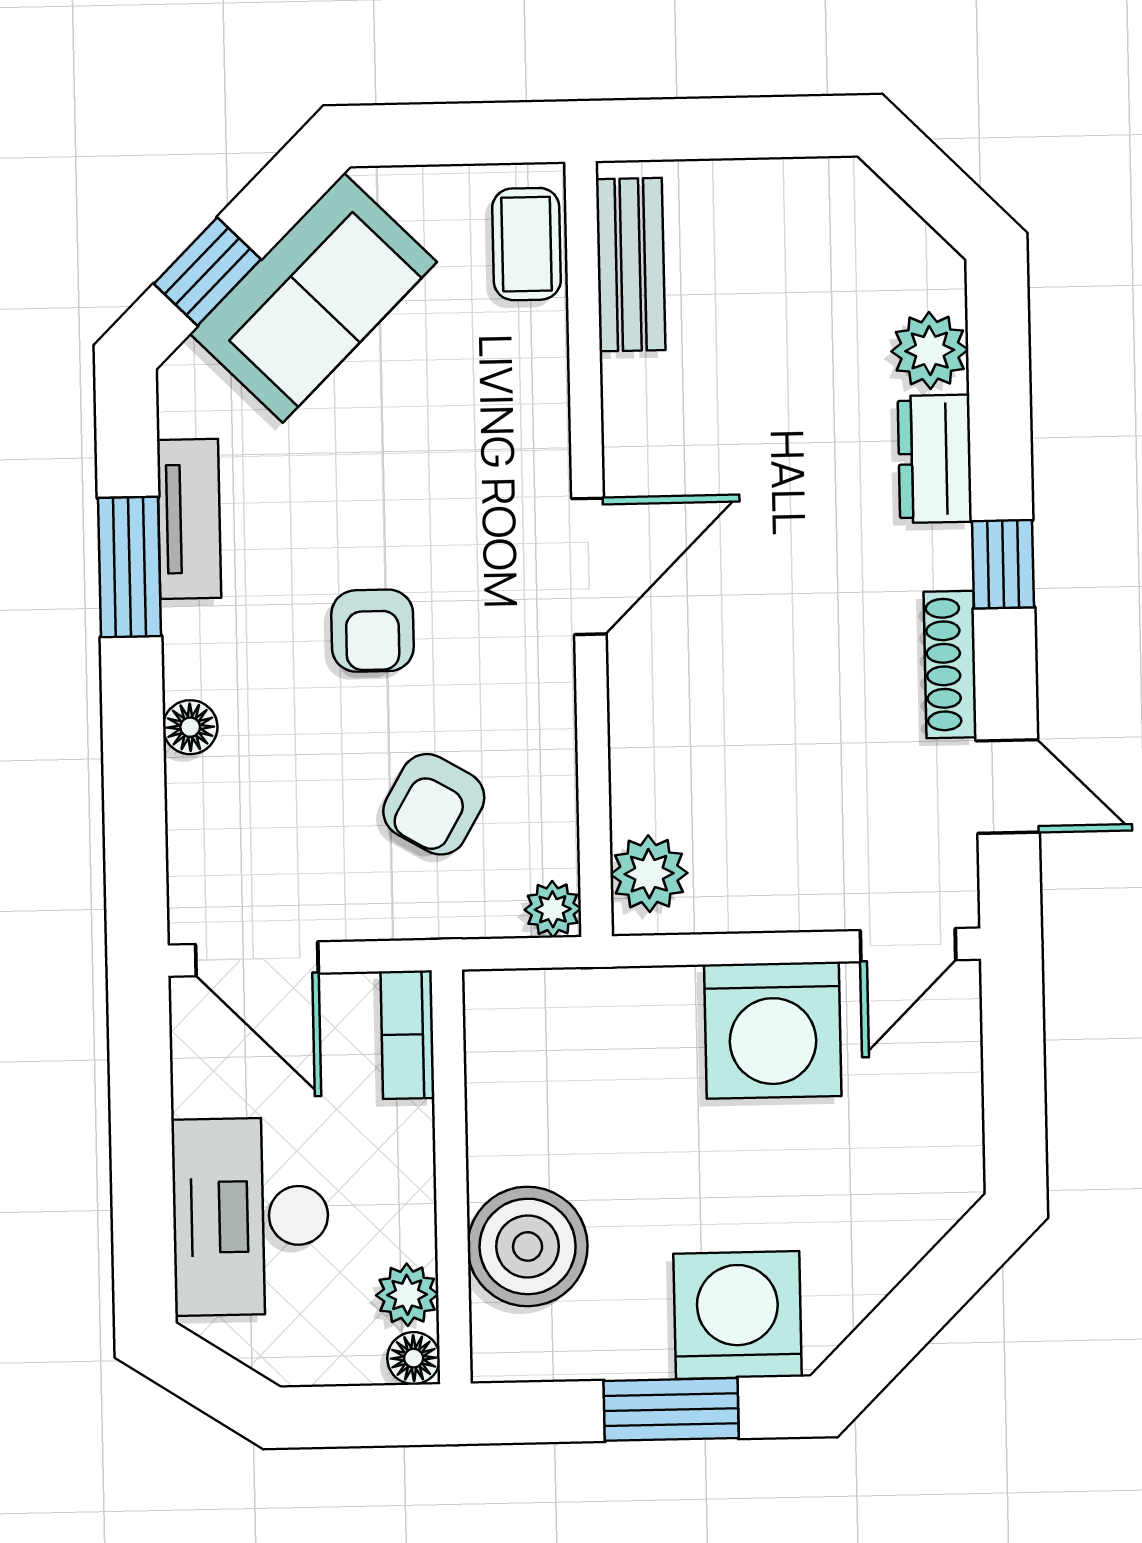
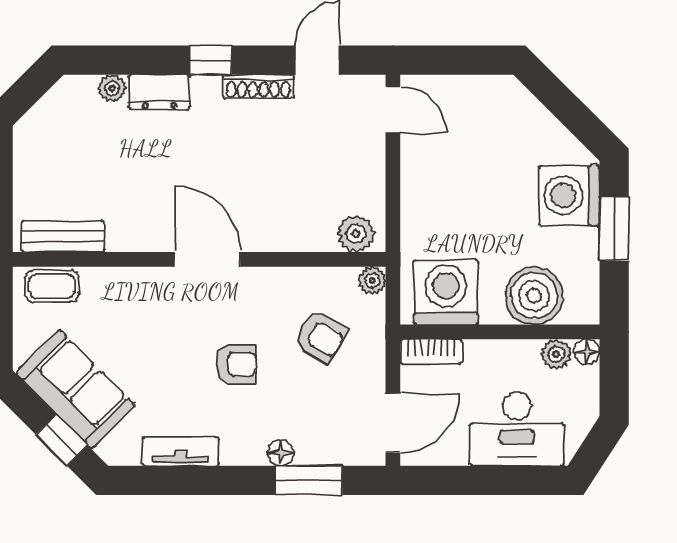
plant: (930, 350) -> (112, 88), width x0.73, depth x0.73
window: (130, 567) -> (309, 480), moved
washing machine: (773, 1030) -> (446, 292), moved, turned -90

